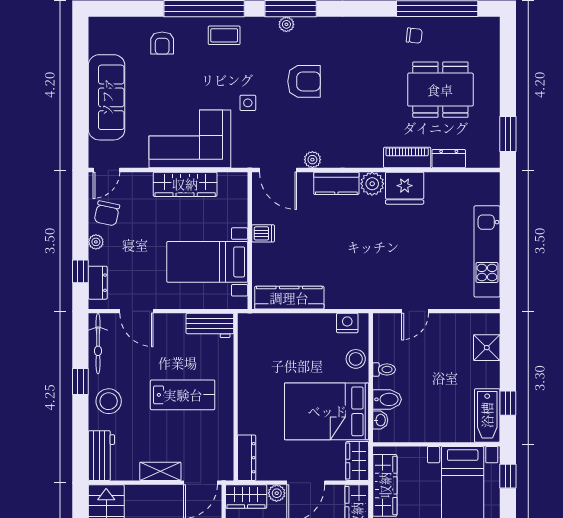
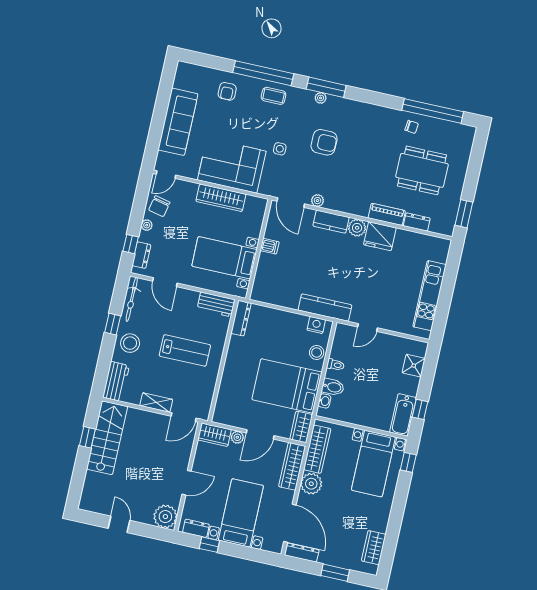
kitchen counter: (289, 298) -> (325, 308), moved
dresser: (247, 458) -> (241, 318), moved

